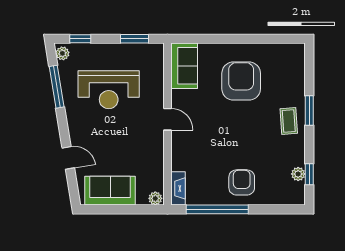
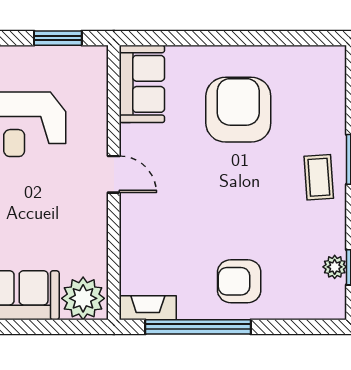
armchair: (242, 182) -> (239, 281), turned -90
fireplace: (178, 188) -> (148, 308), moved, turned -90
plant: (155, 198) -> (83, 298), width x1.88, depth x1.88

